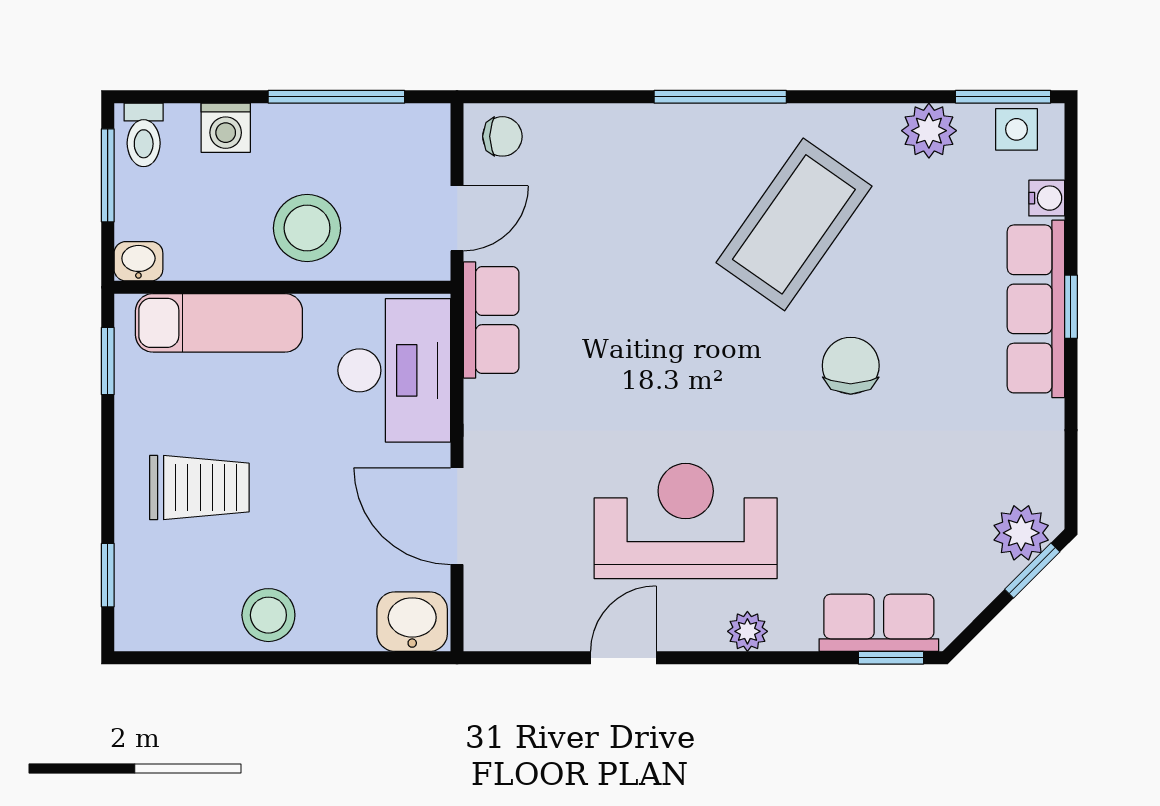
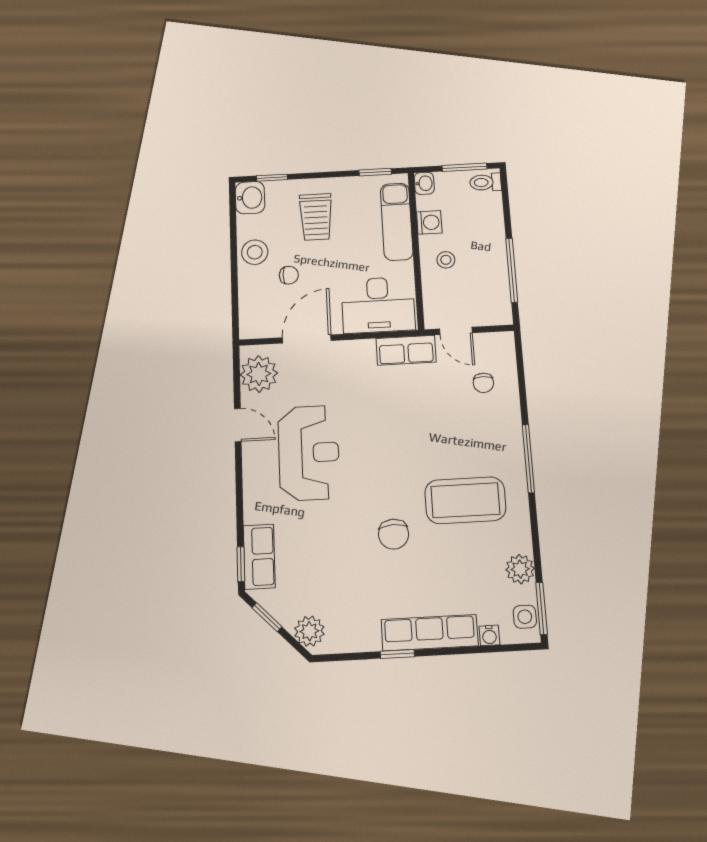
washing machine: (226, 128) -> (429, 222), moved, turned 180
chair: (502, 136) -> (483, 383), moved
coffee table: (794, 224) -> (465, 500), turned -35
stool: (307, 228) -> (446, 260), width x0.53, depth x0.53
window: (1071, 307) -> (397, 654), moved
chair: (851, 366) -> (394, 534), turned 88
chair: (321, 547) -> (289, 275), added
window: (1032, 571) -> (267, 617), moved
washbasin: (412, 622) -> (250, 198), moved
plant: (747, 631) -> (259, 374), moved, width x1.88, depth x1.88

